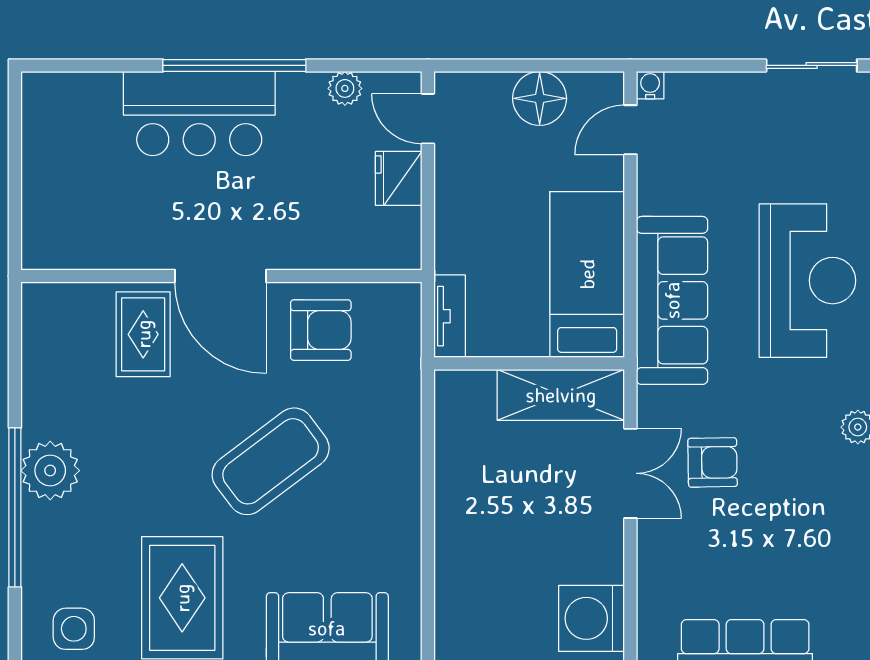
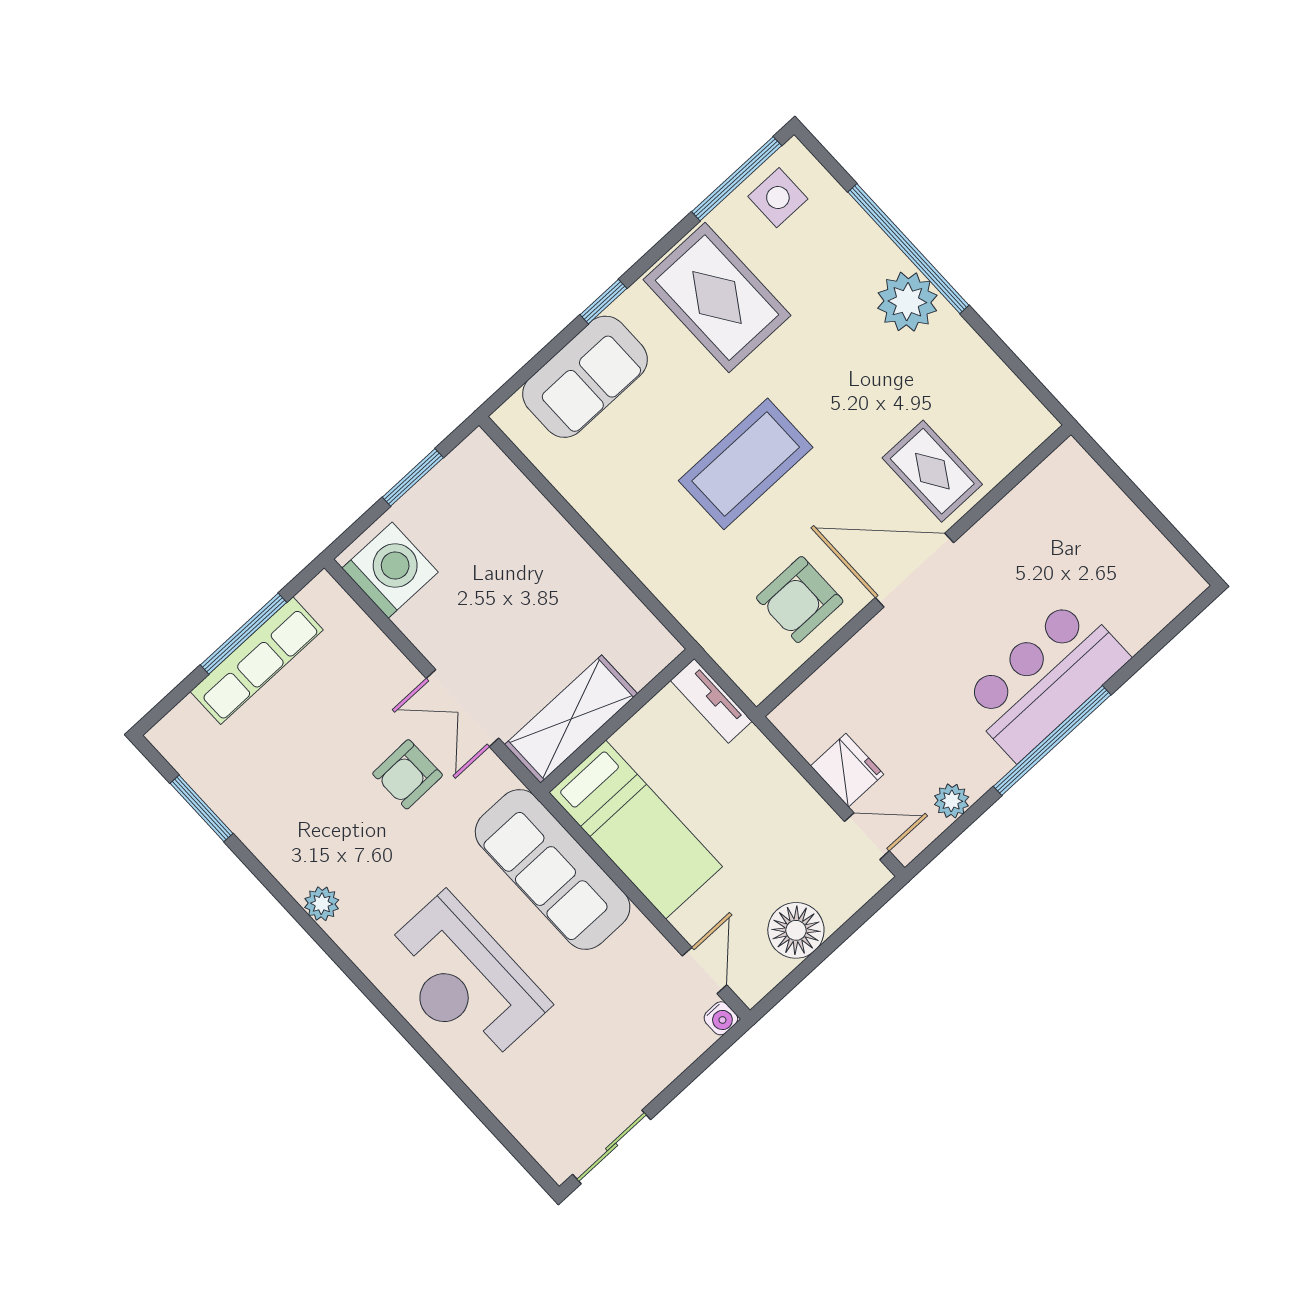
coffee table: (271, 461) -> (746, 464), turned 37

